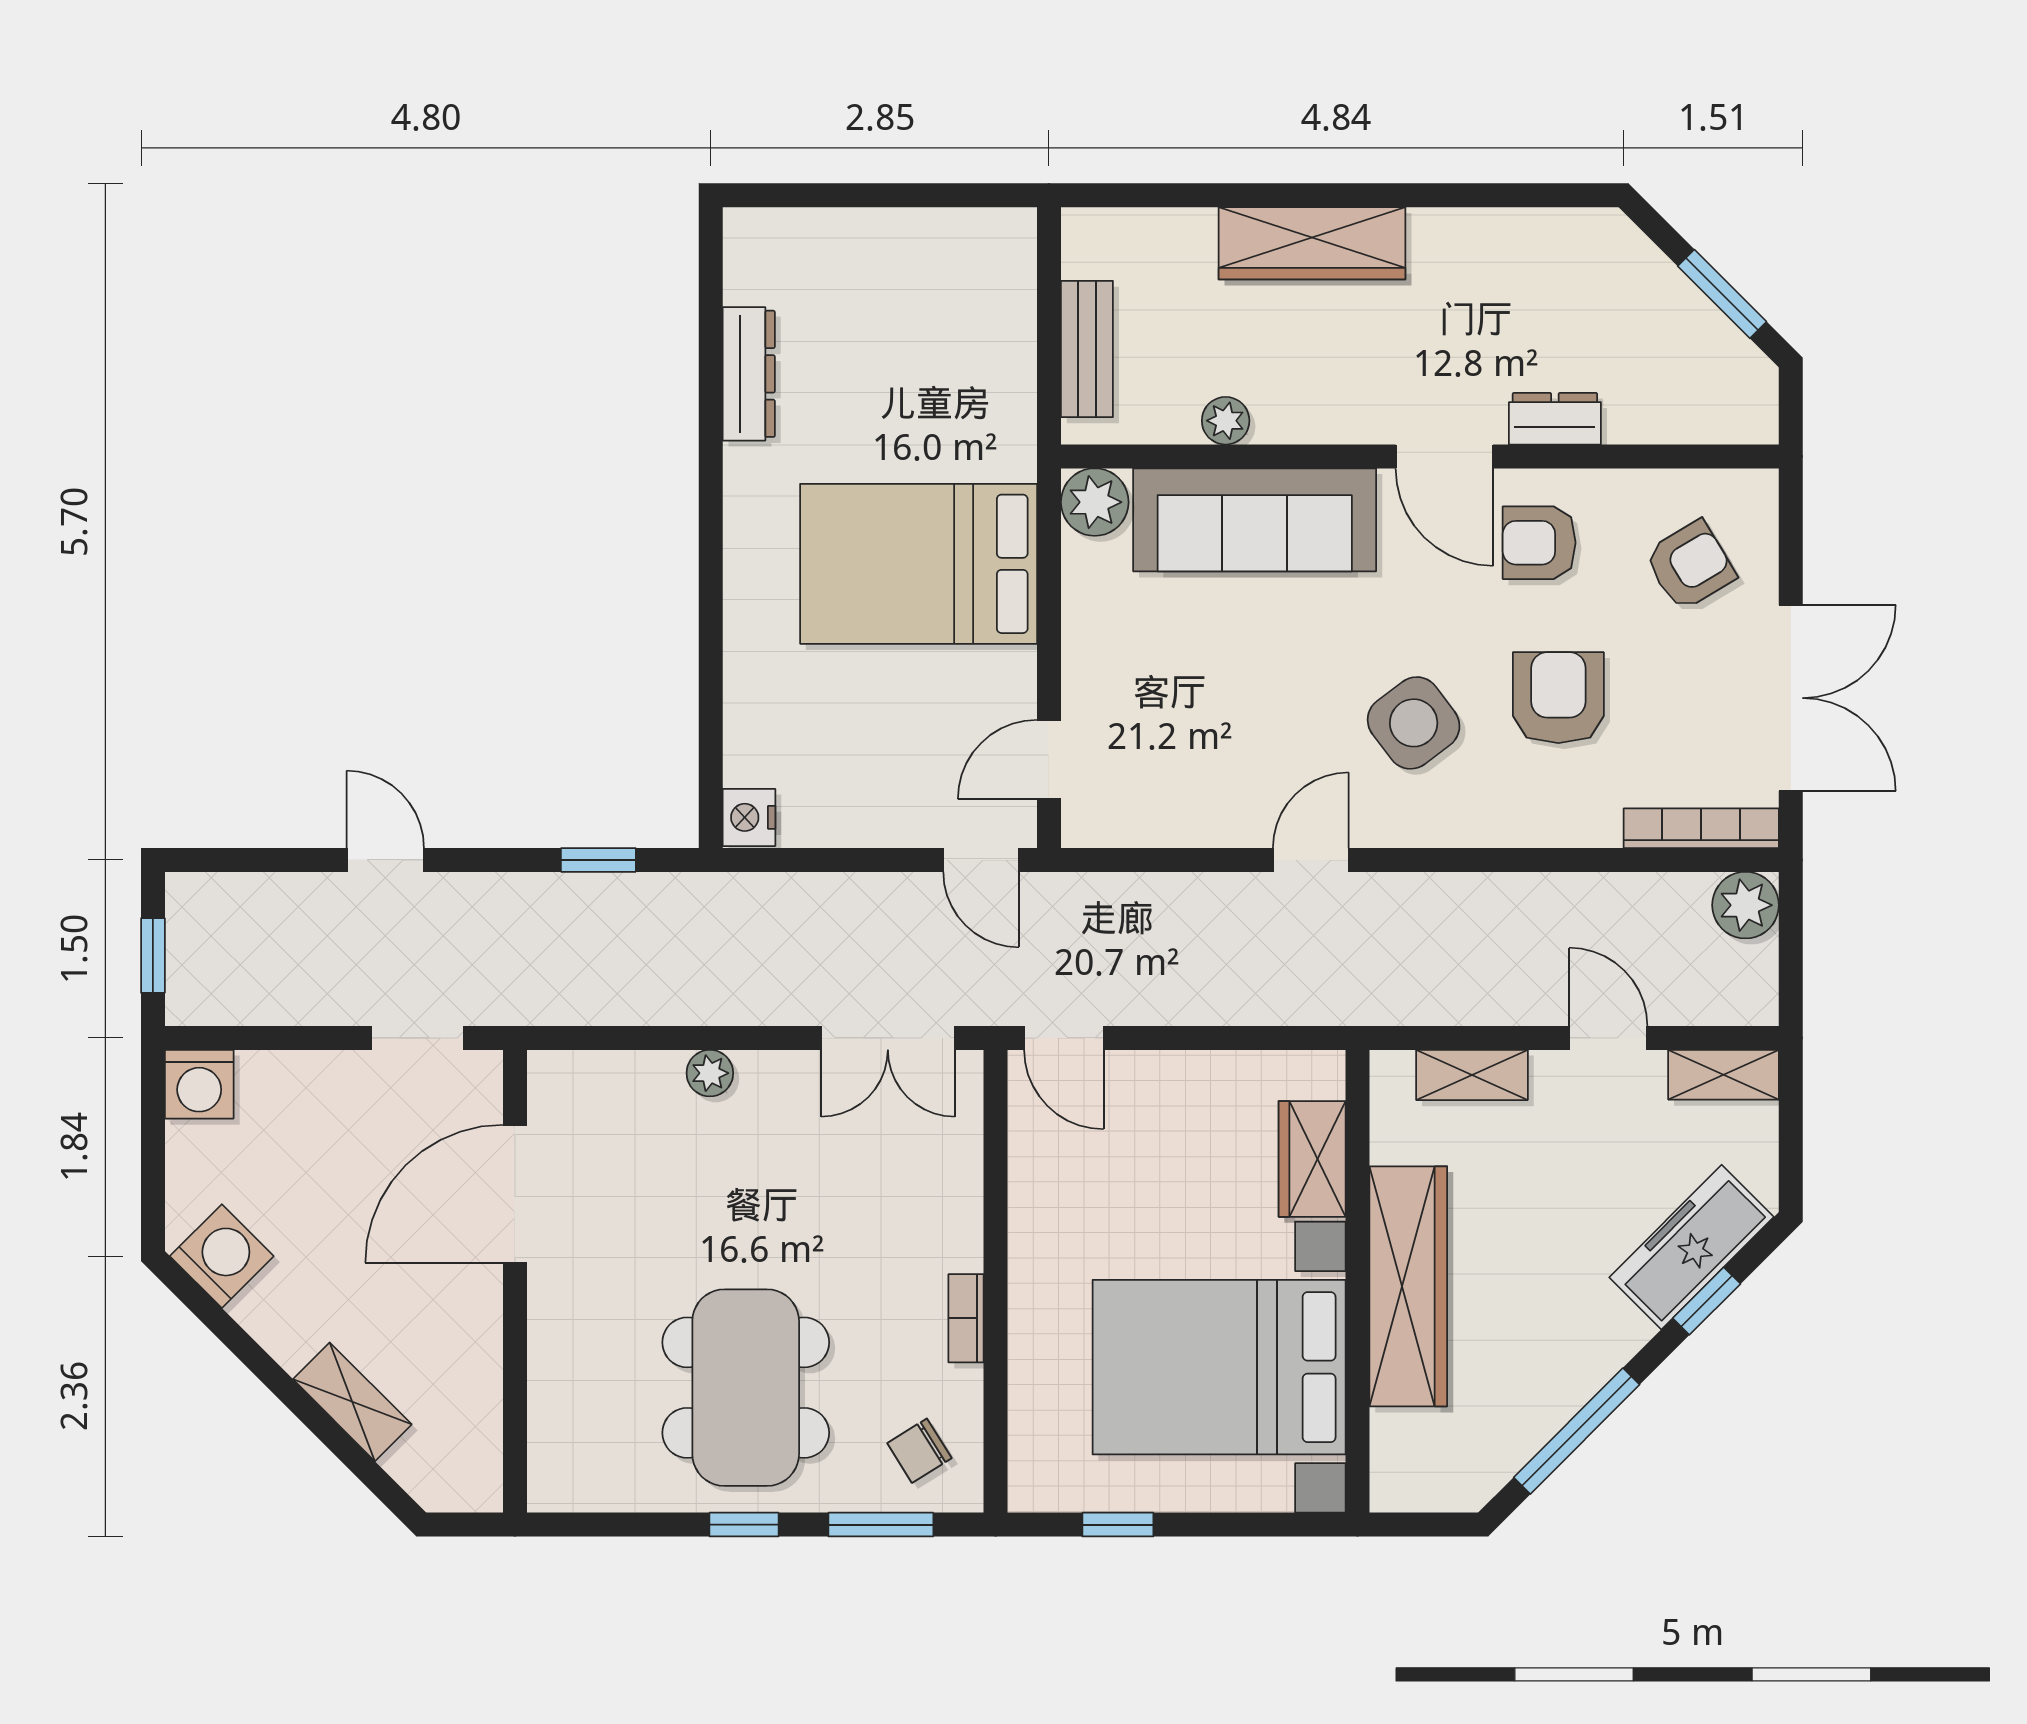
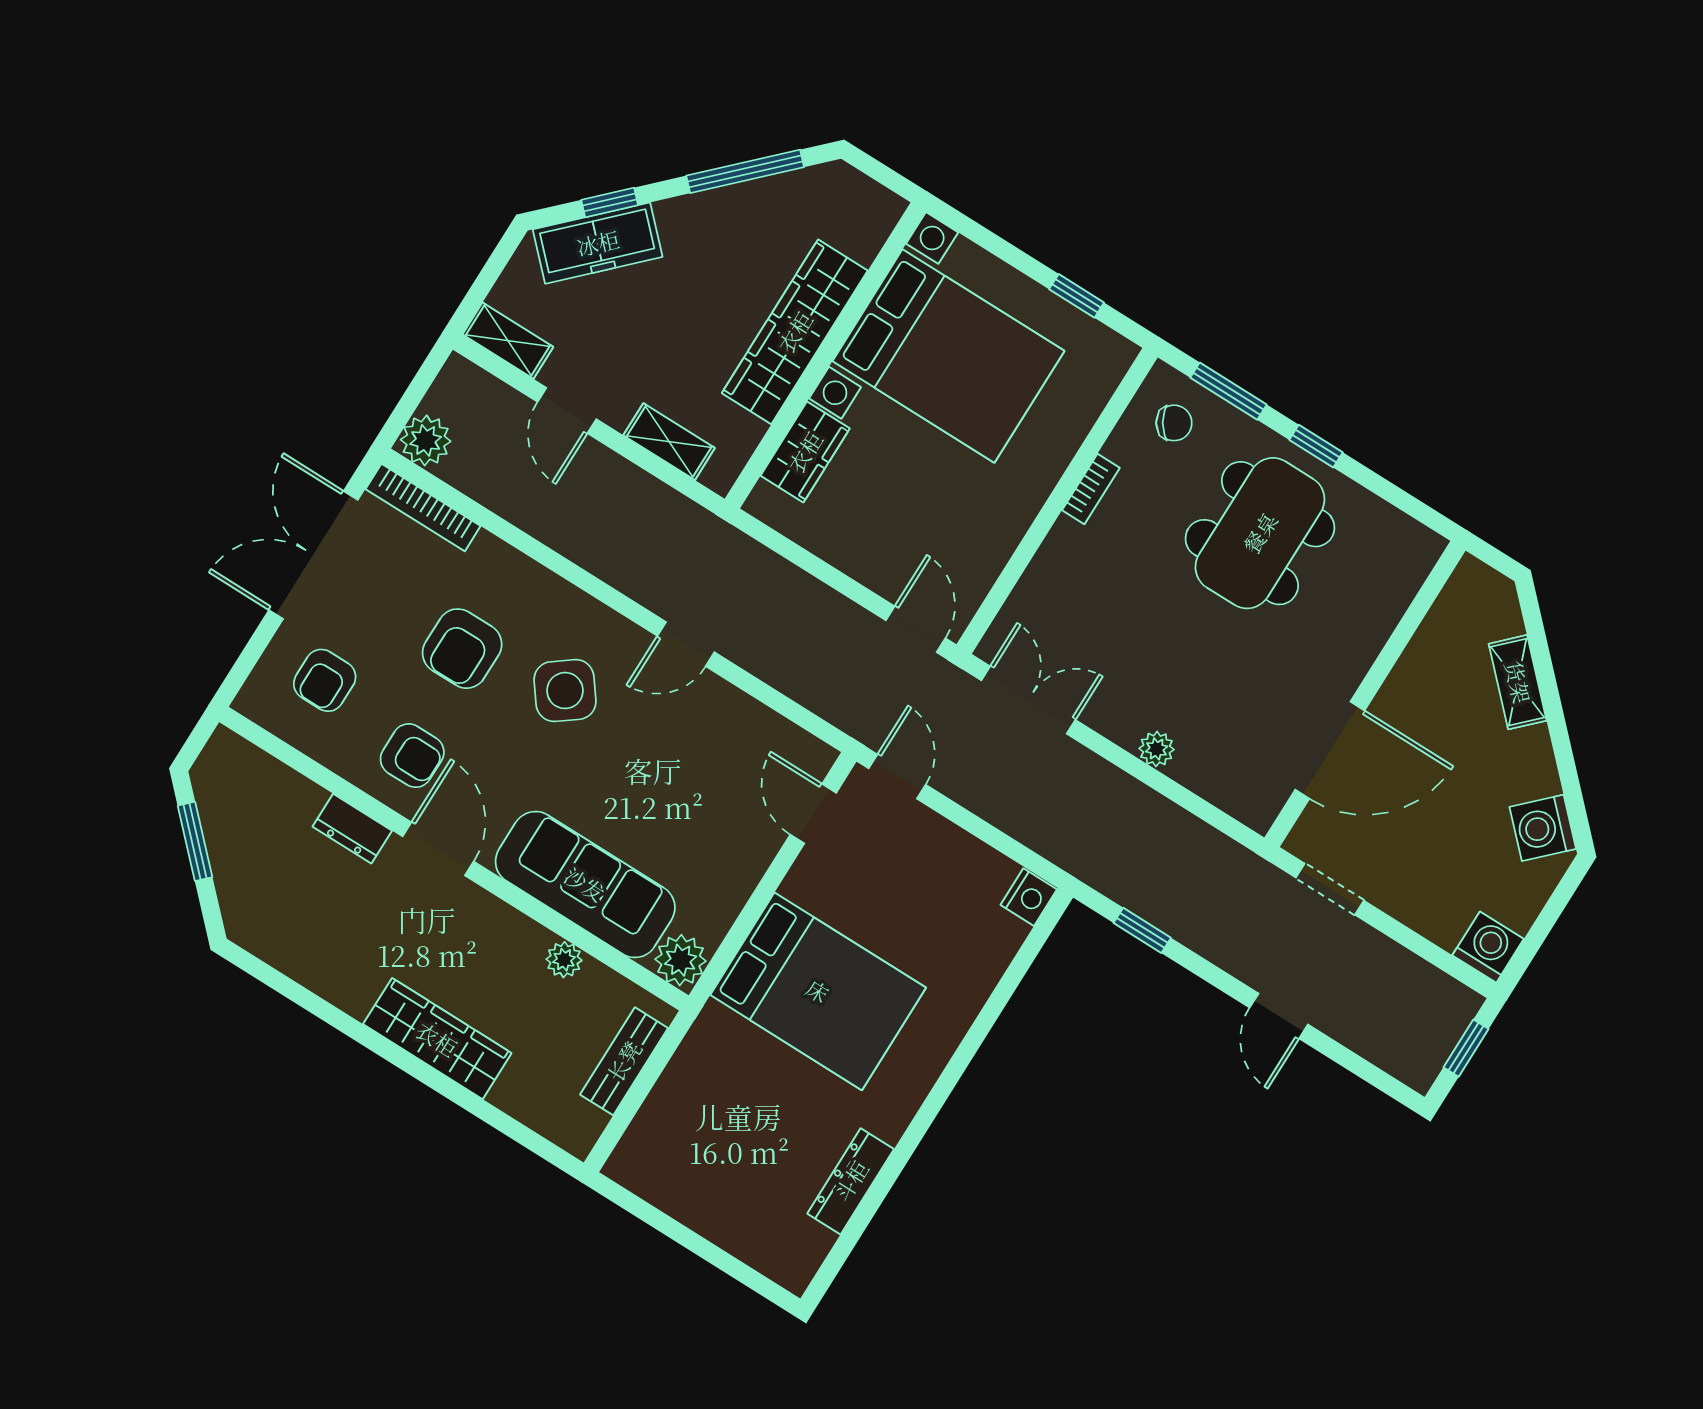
armchair: (1690, 565) -> (325, 680), turned -59
door: (1049, 759) -> (813, 814), swing flipped

